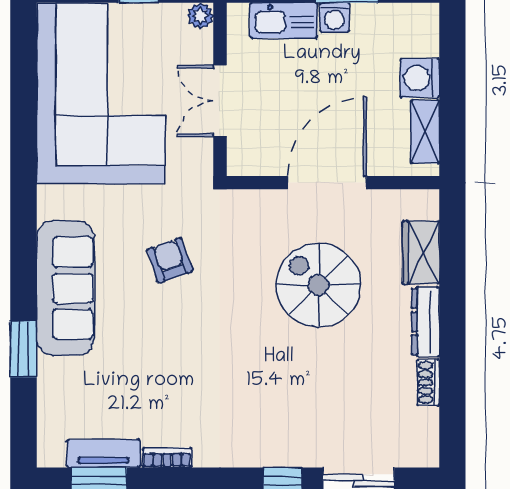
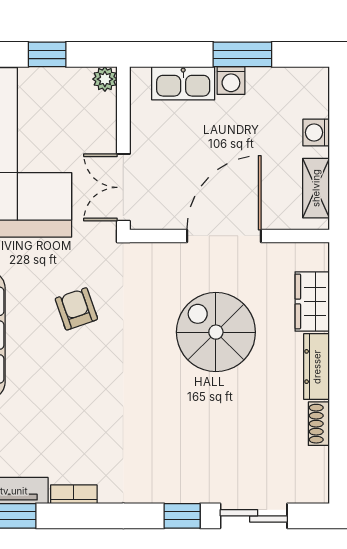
washing machine: (420, 78) -> (316, 132), width x0.73, depth x0.73
double door: (220, 101) -> (123, 187), moved

